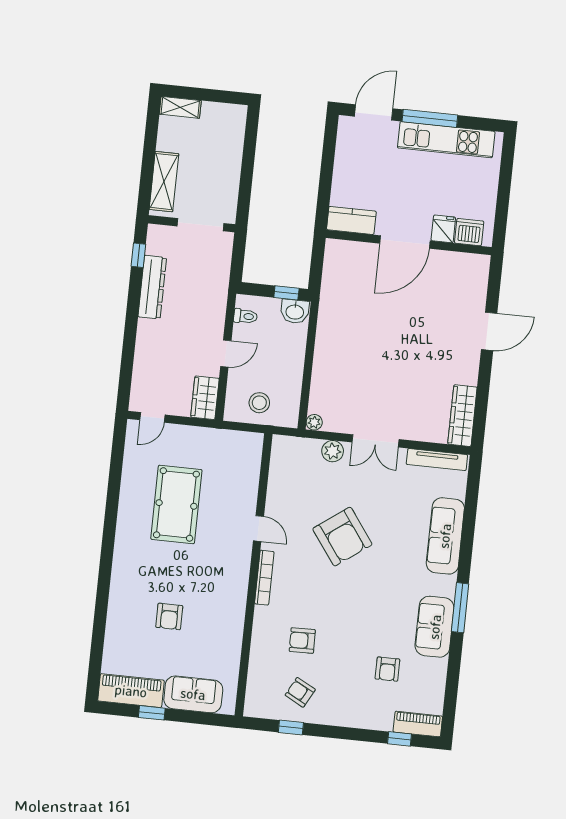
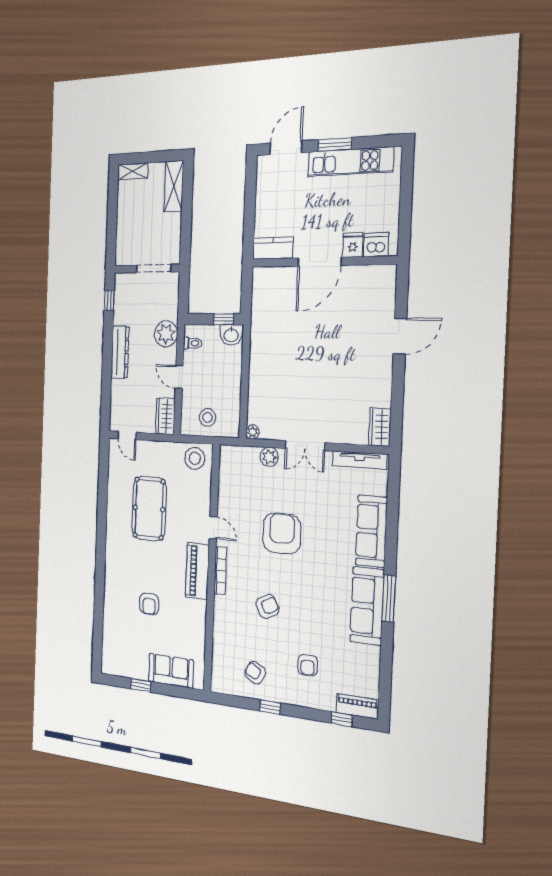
window: (430, 118) -> (335, 145), width x0.69
shelving: (164, 182) -> (174, 186), moved
dresser: (152, 287) -> (120, 352), moved
plant: (212, 302) -> (166, 334), added
door: (226, 354) -> (179, 377), swing flipped
wardrobe: (462, 416) -> (380, 427), width x0.67
door: (152, 417) -> (127, 436), hinge flipped
stool: (240, 448) -> (195, 458), added
armchair: (342, 537) -> (282, 533), turned -144
sofa: (435, 627) -> (367, 606), width x1.36
armchair: (302, 641) -> (267, 607), moved, turned 152
armchair: (387, 669) -> (308, 665), moved
piano: (131, 691) -> (197, 571), moved, turned -90
window: (291, 727) -> (270, 707), moved

